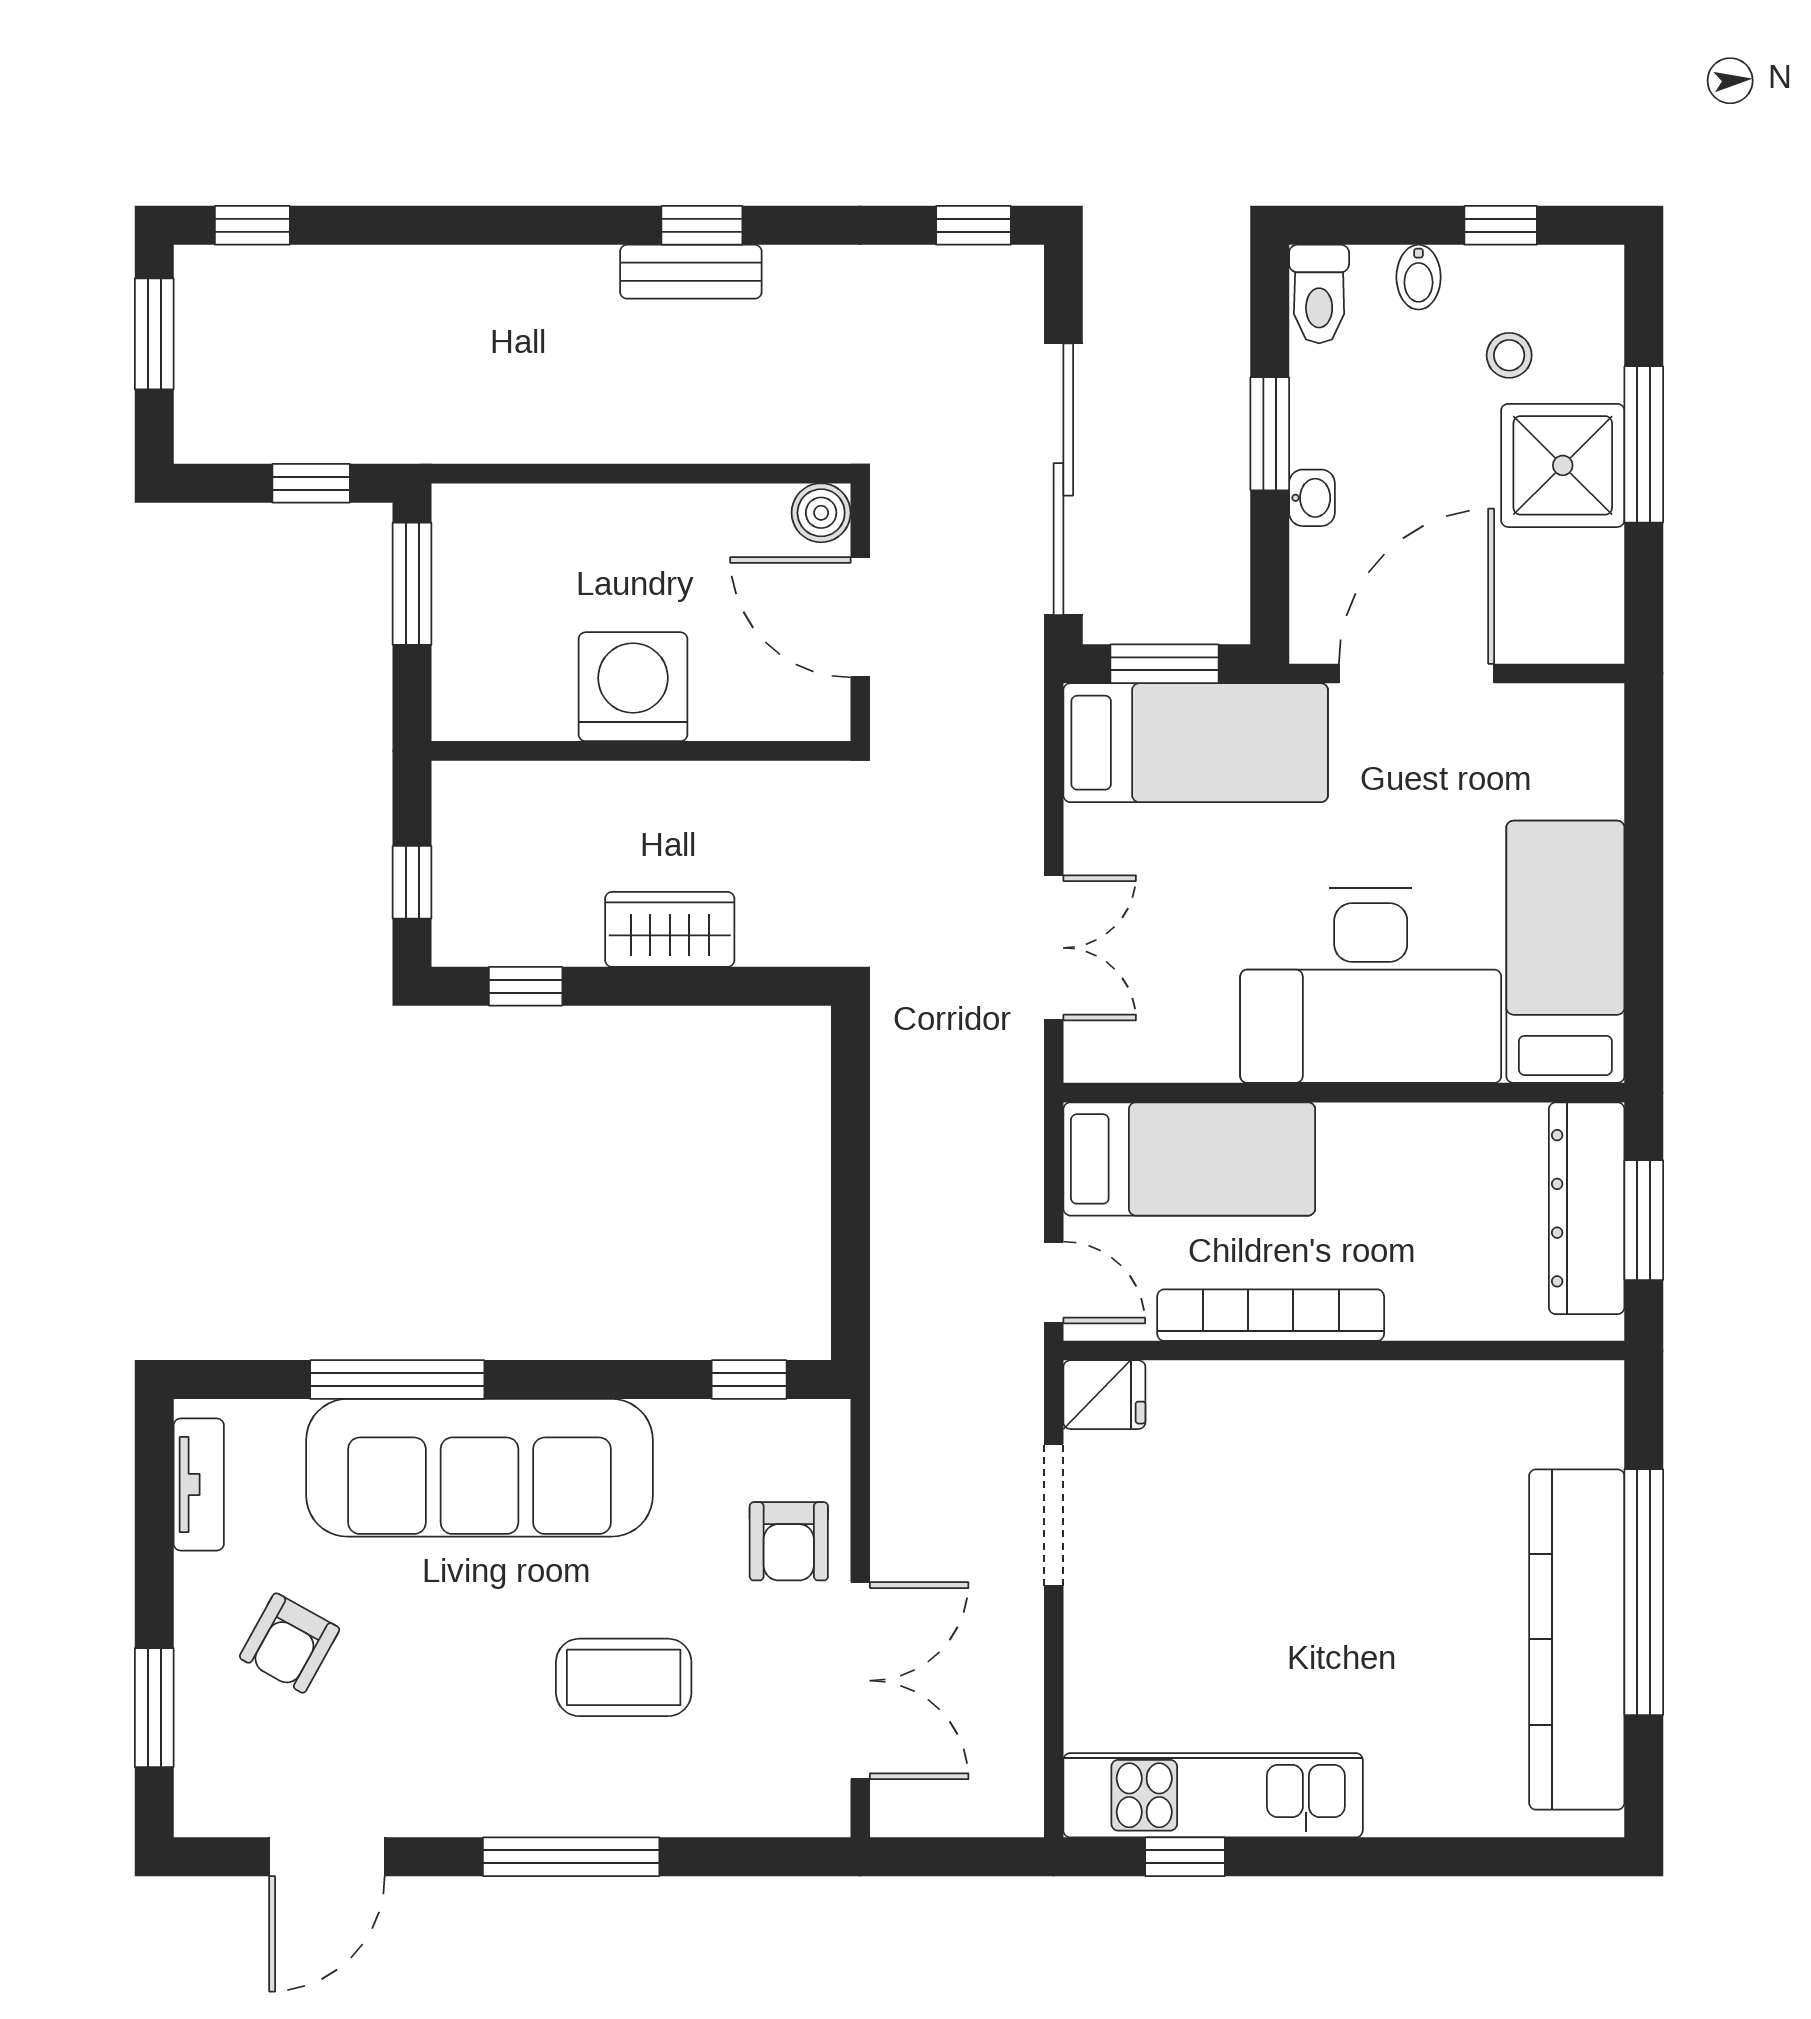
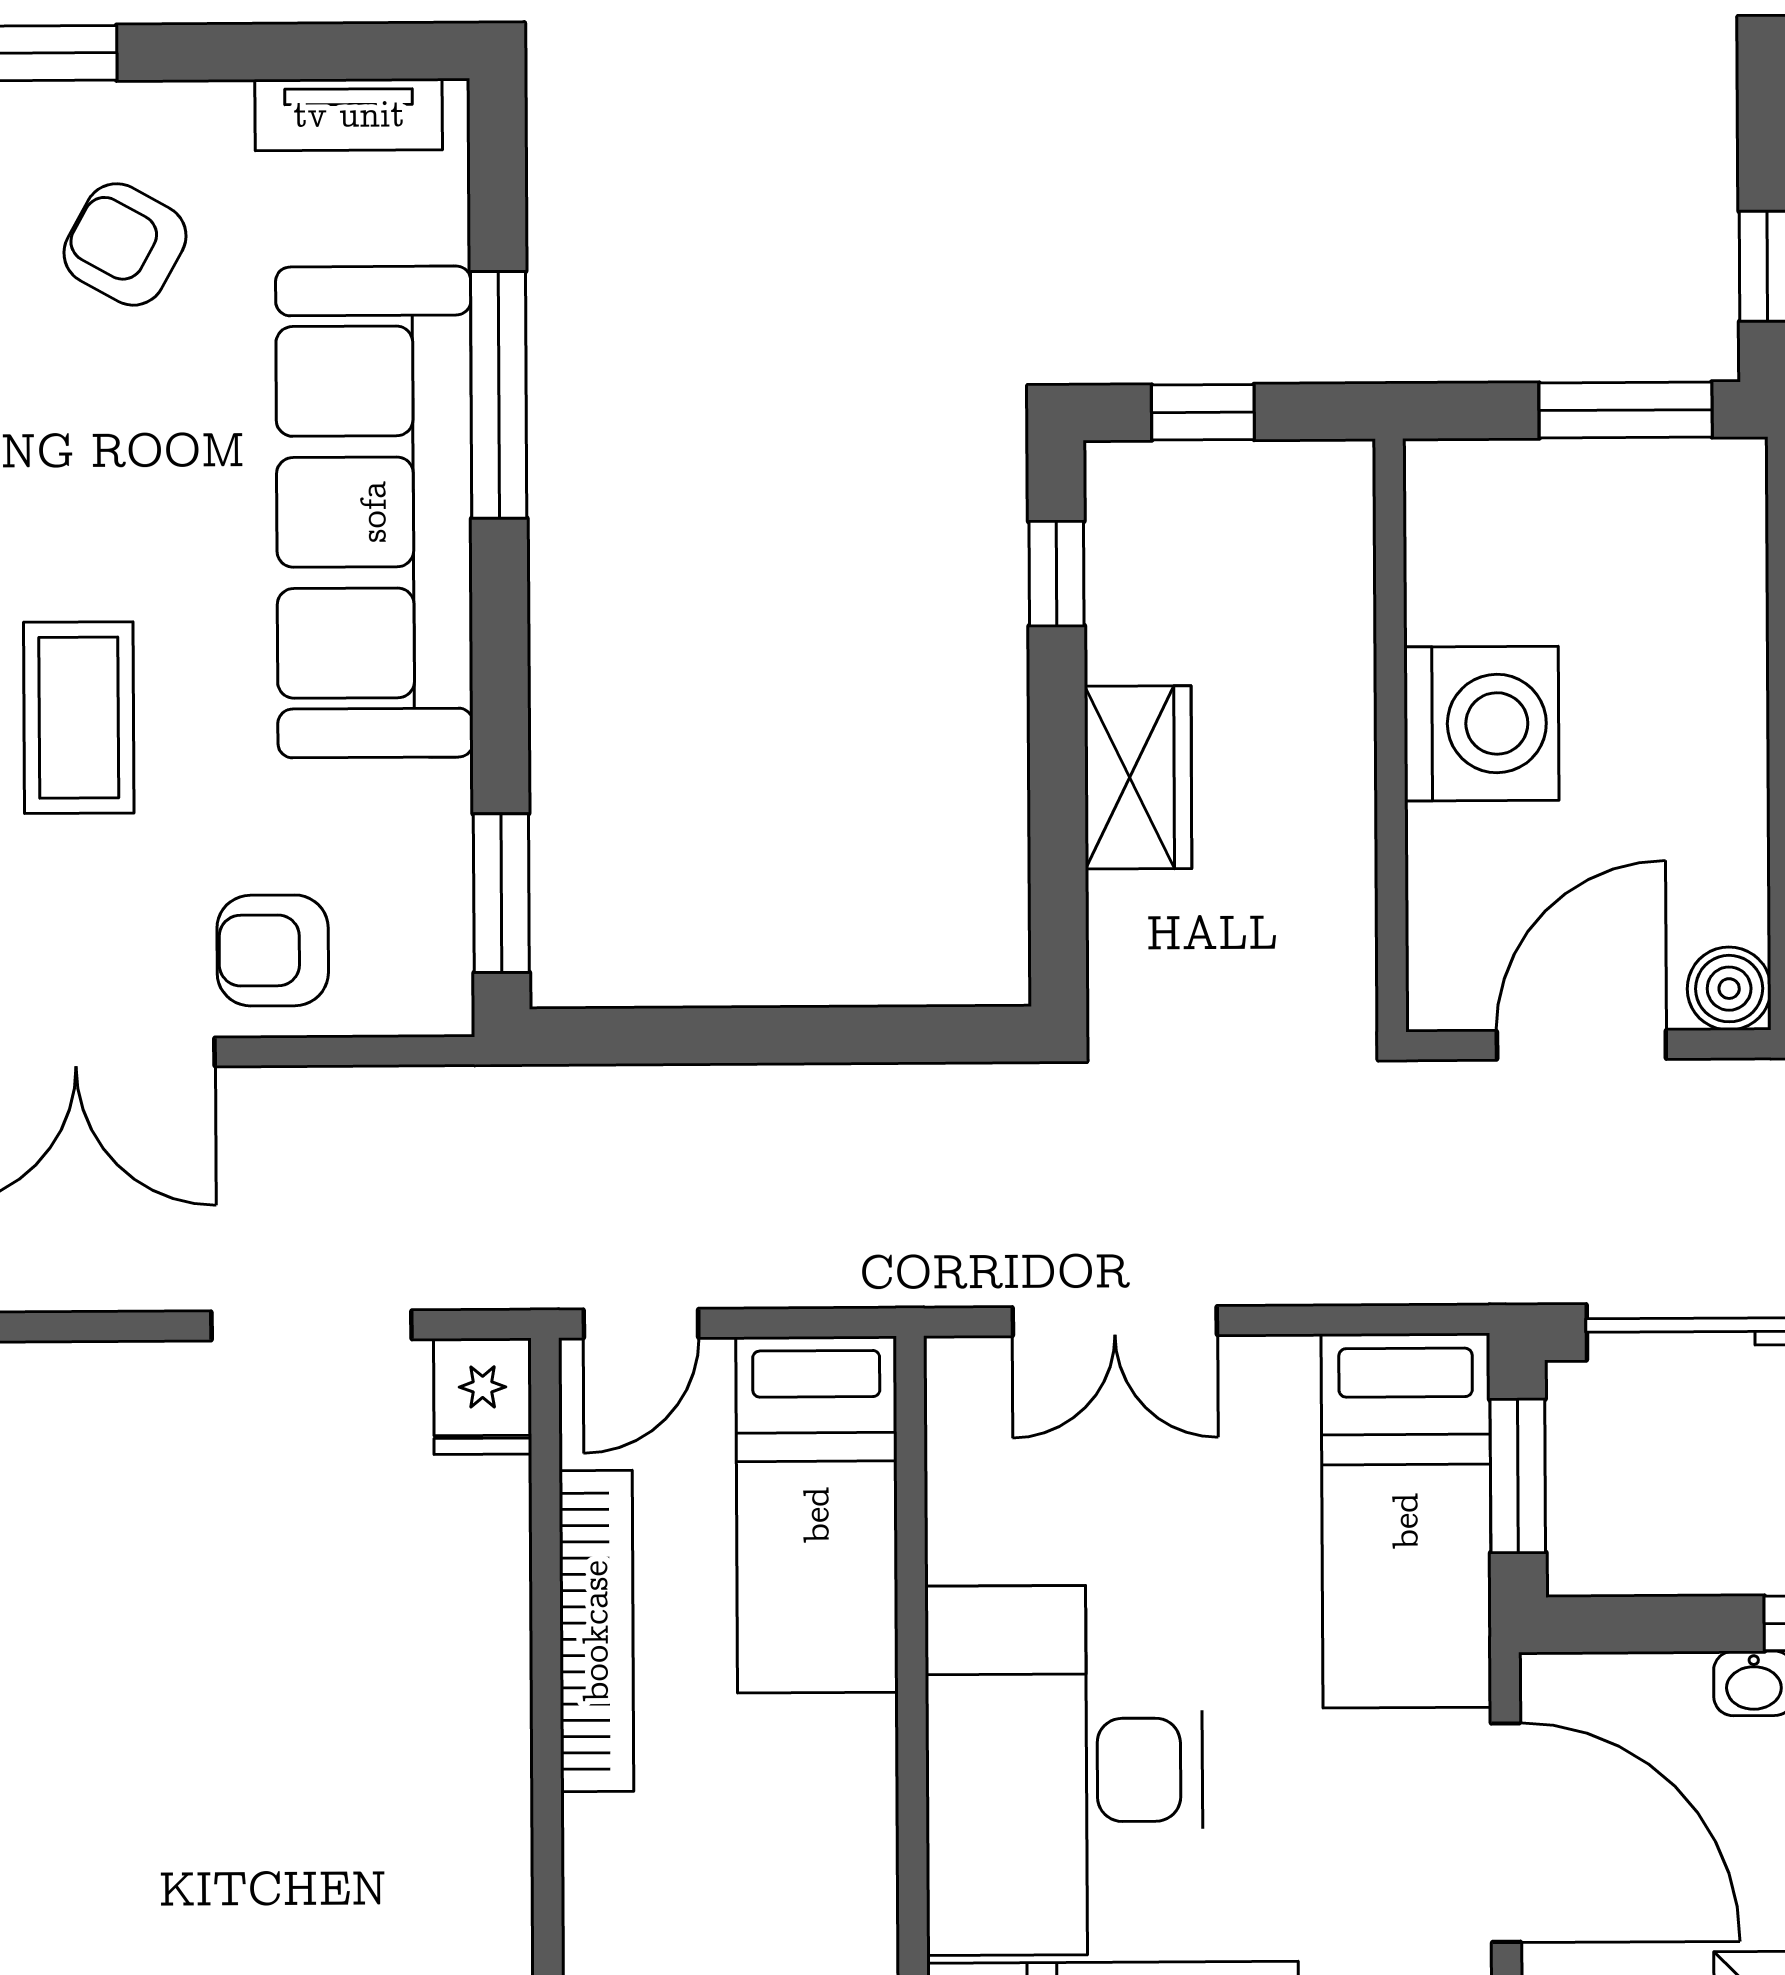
window: (749, 1380) -> (501, 893), width x1.50

